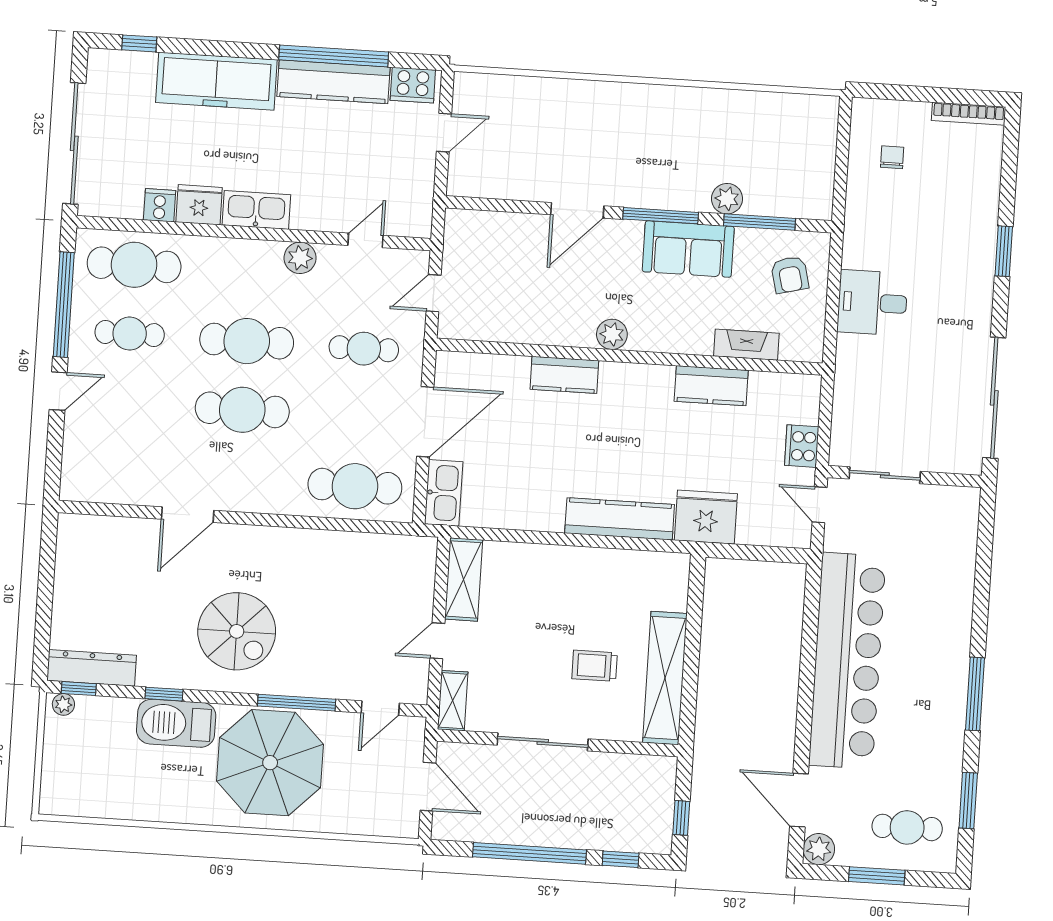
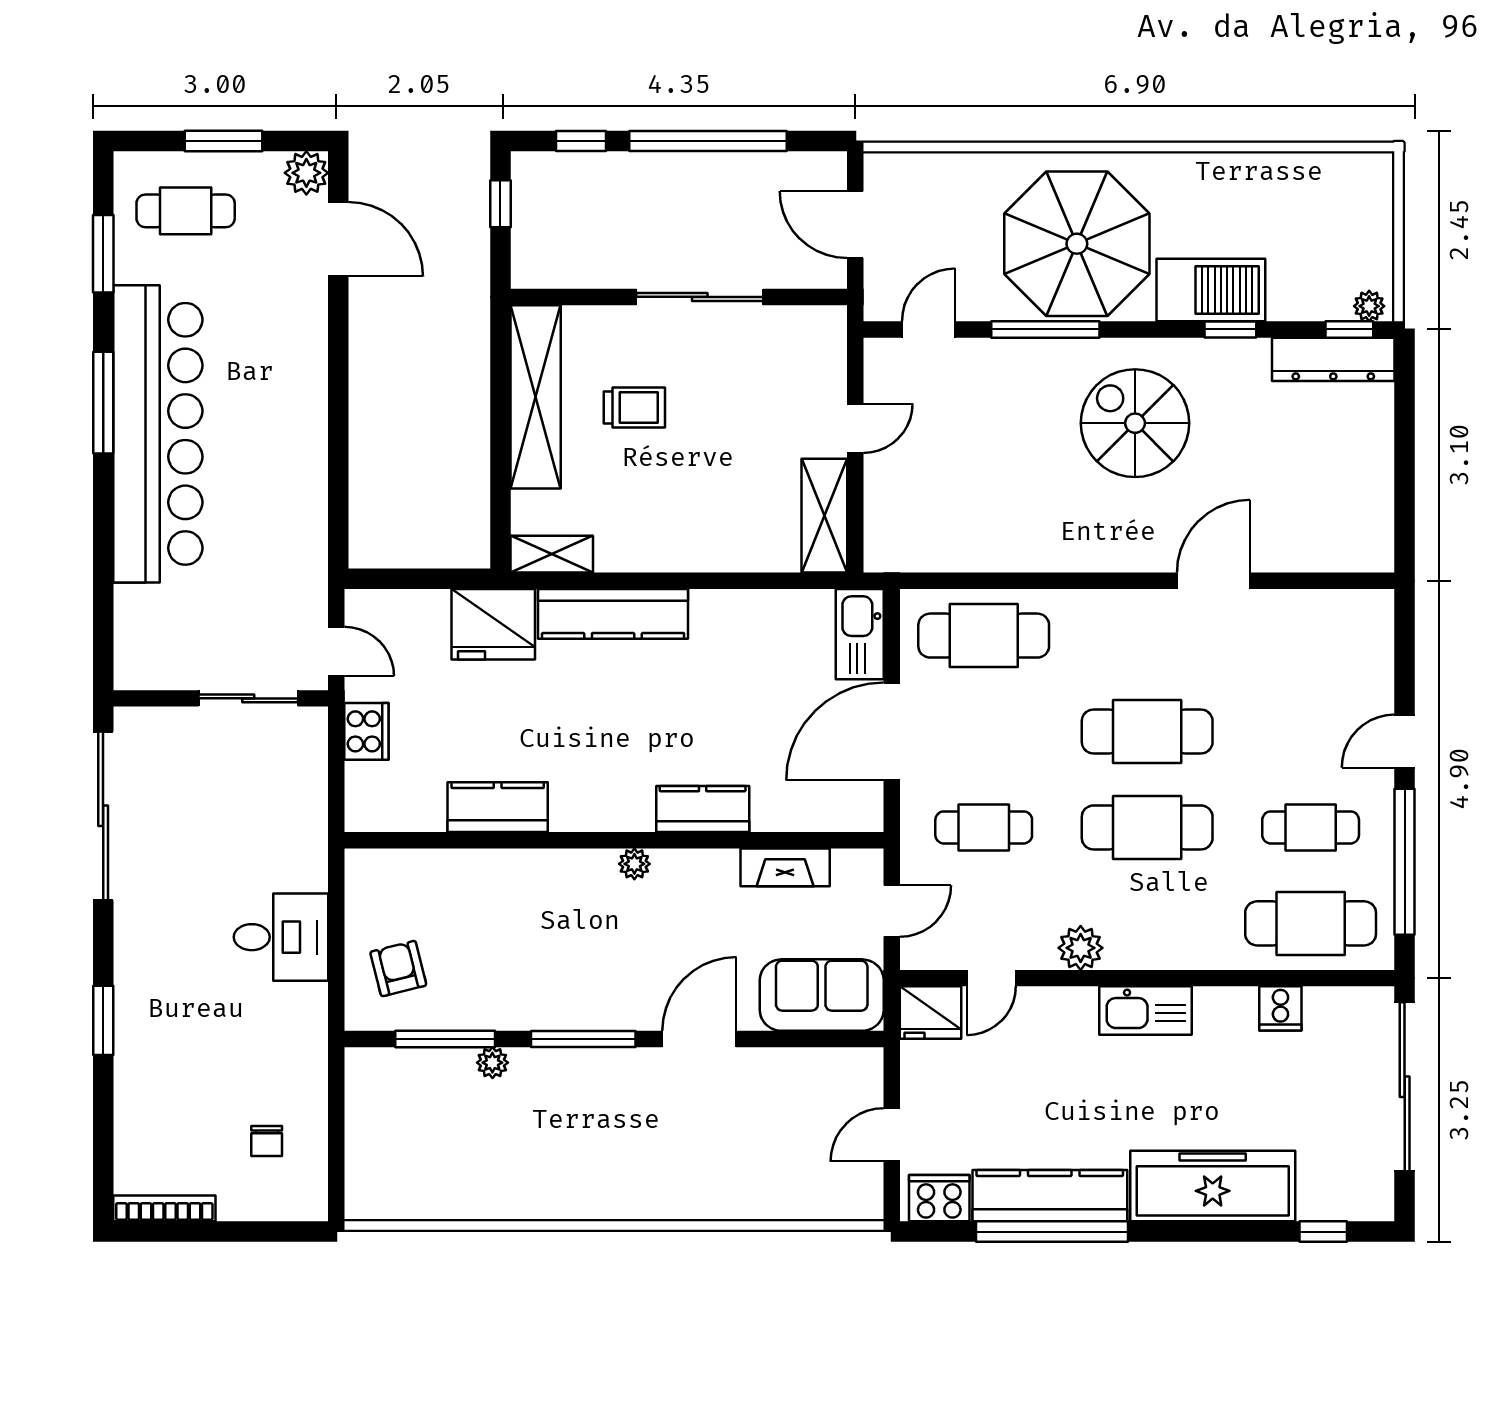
plant: (727, 199) -> (492, 1063), width x0.73, depth x0.73
fridge: (199, 205) -> (930, 1013), moved
sofa: (688, 249) -> (822, 995), moved
plant: (612, 334) -> (634, 864), width x0.73, depth x0.73
fireplace: (746, 345) -> (785, 867), moved
bar counter: (847, 661) -> (158, 434), moved, turned 180
shelving: (453, 701) -> (552, 554), moved, turned 90

